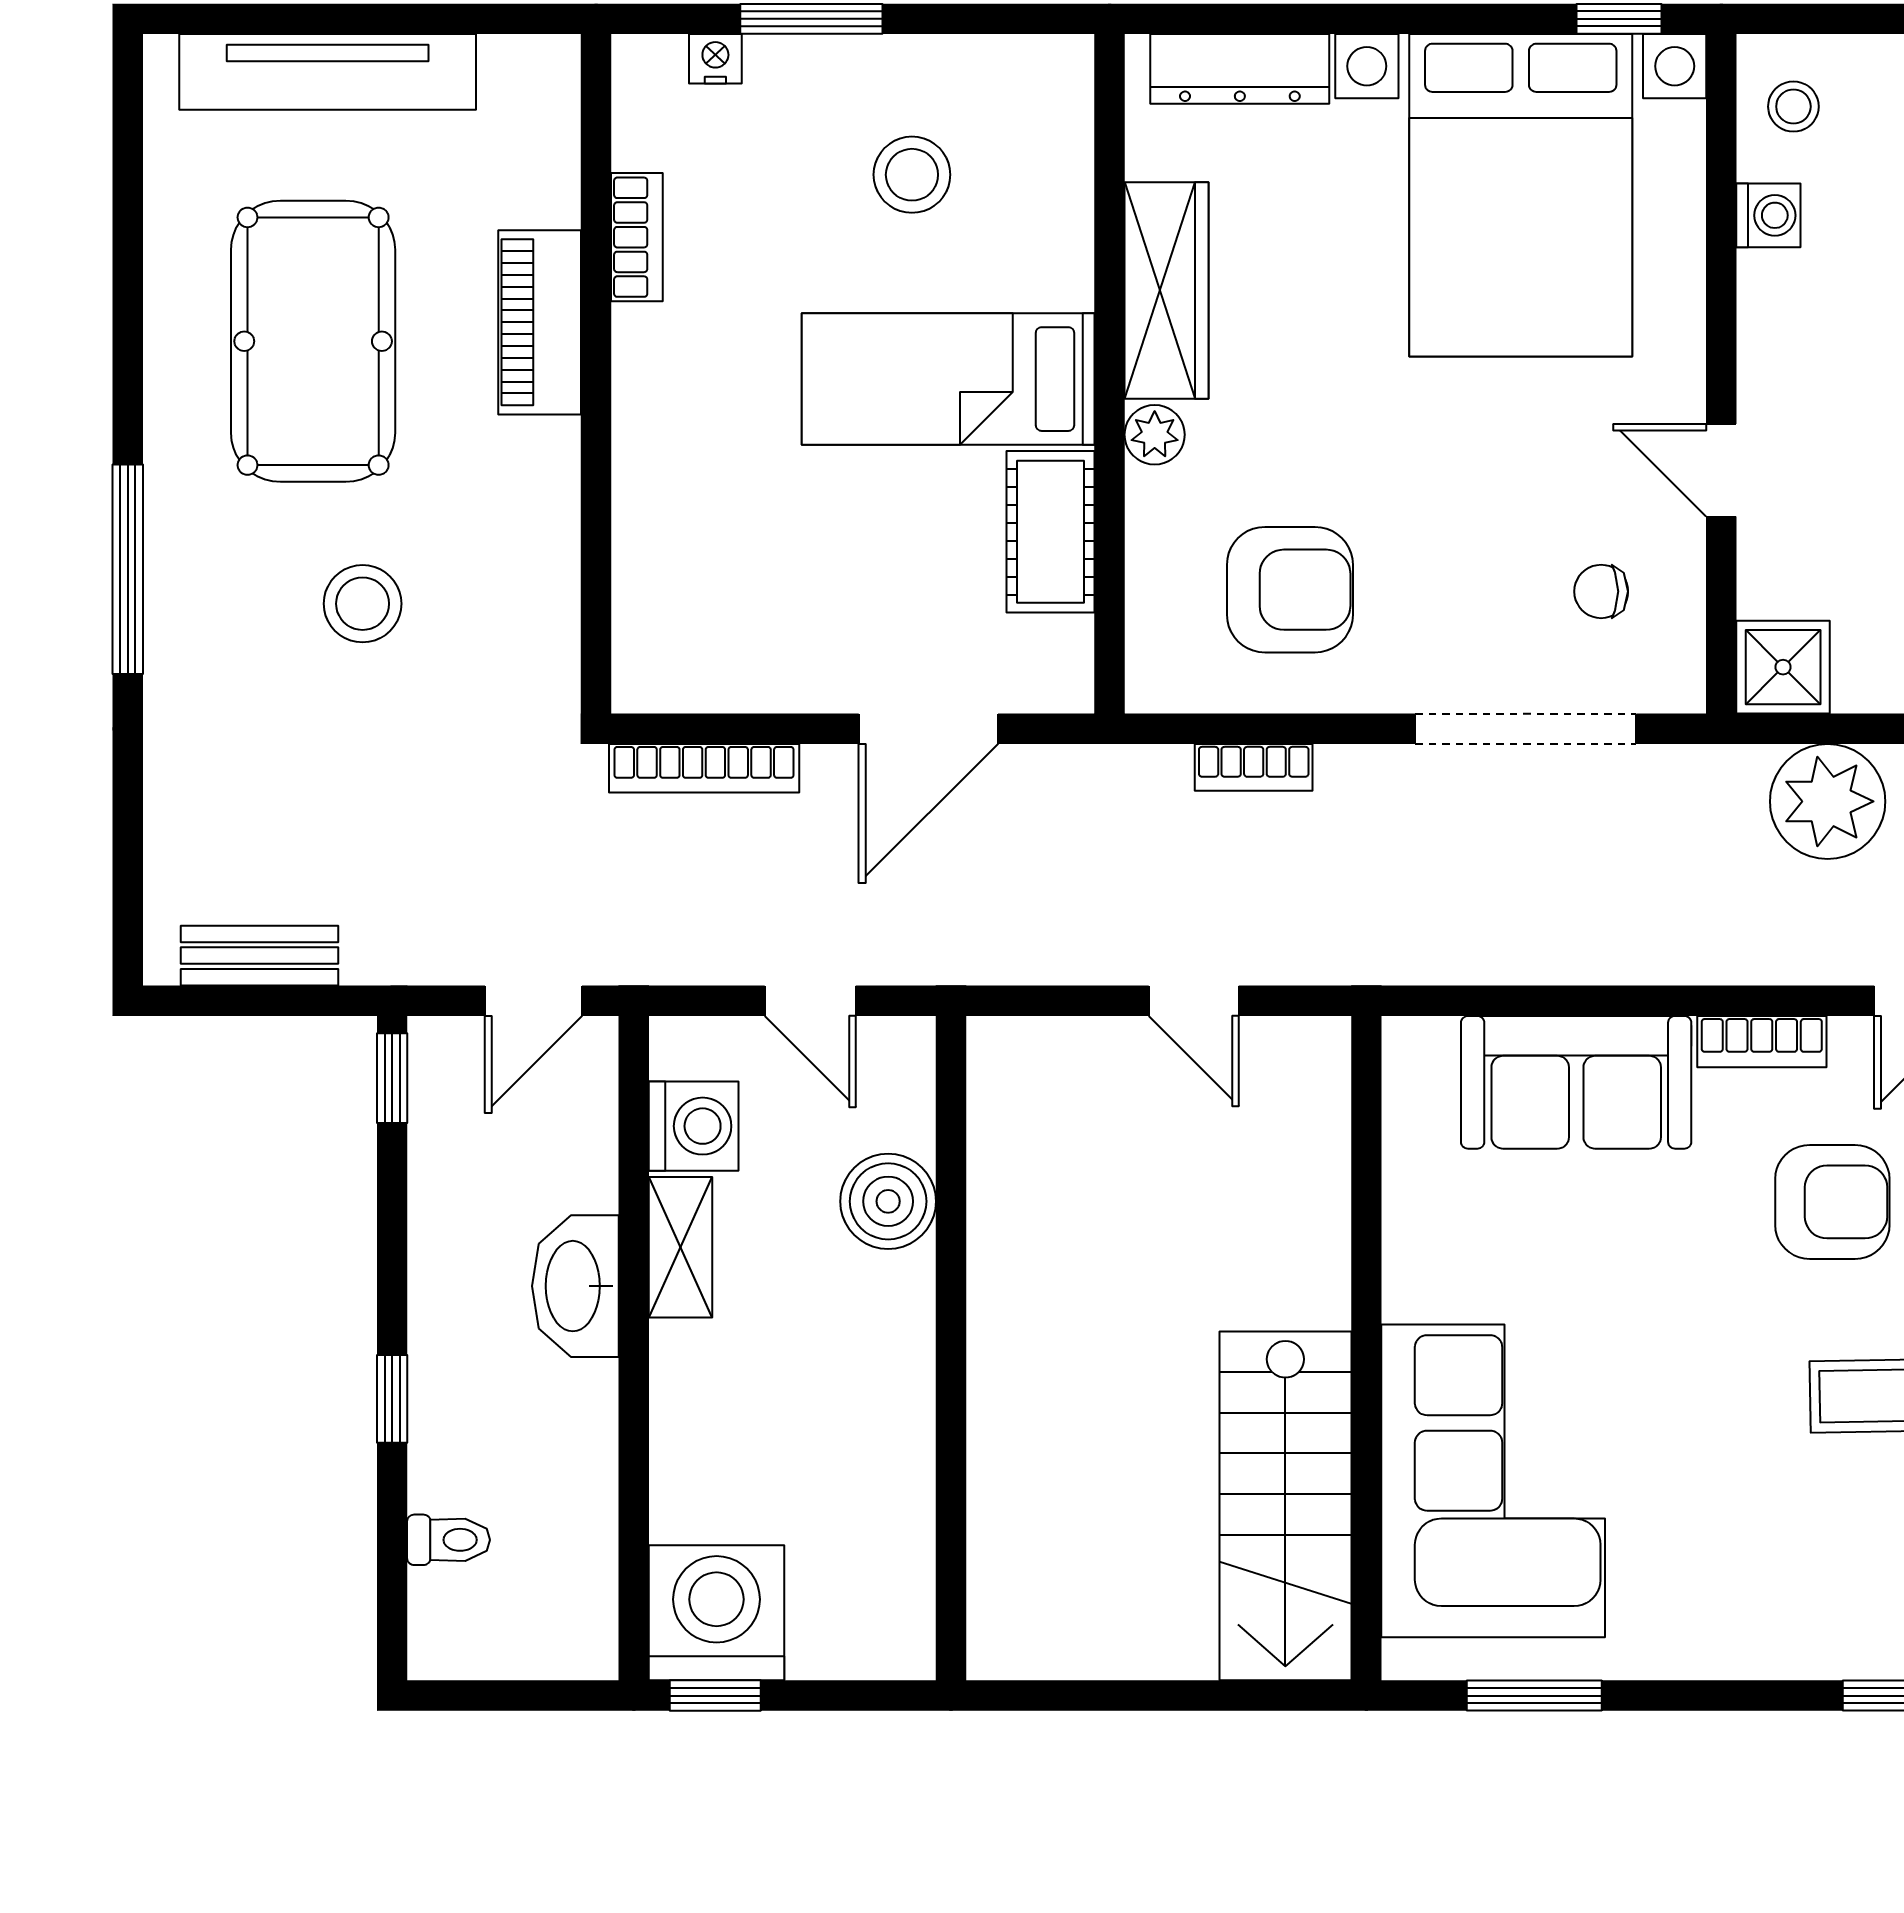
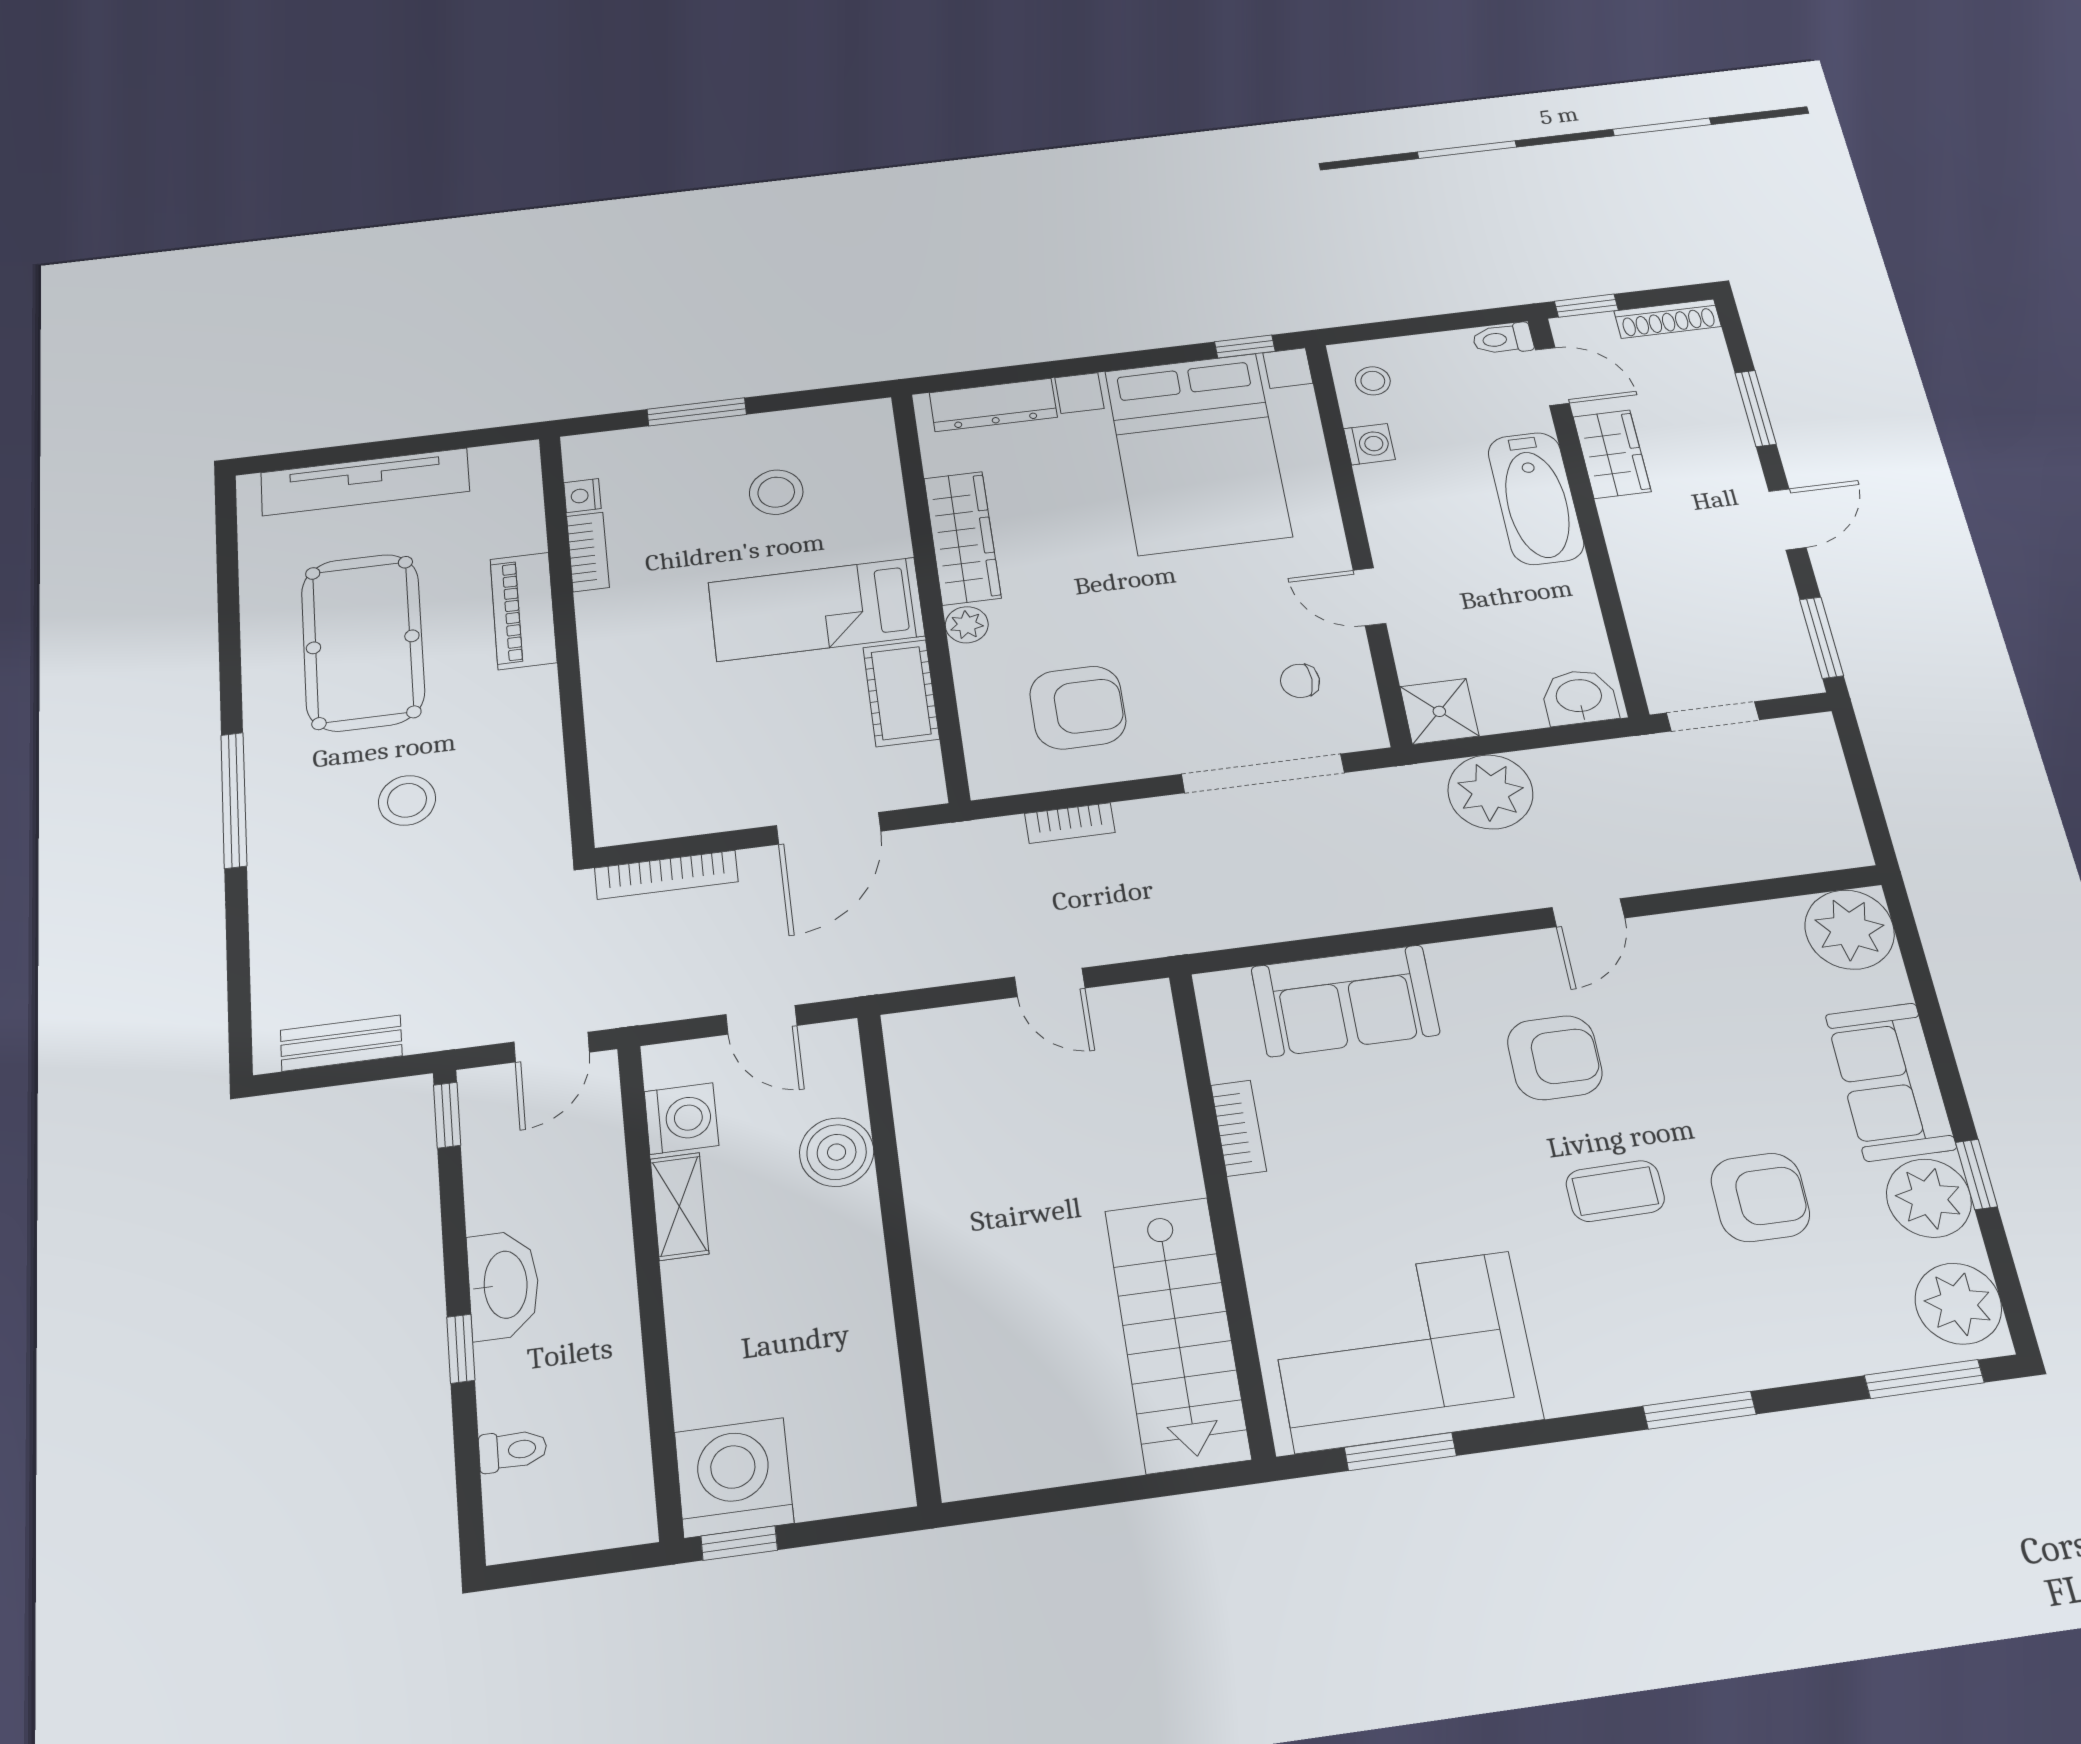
nightstand: (715, 59) -> (582, 496), moved, turned -90
bookcase: (1762, 1042) -> (1239, 1128), moved, turned -90
washbasin: (575, 1286) -> (504, 1285), moved, turned 180
corner sofa: (1493, 1481) -> (1403, 1351), moved, turned -90

